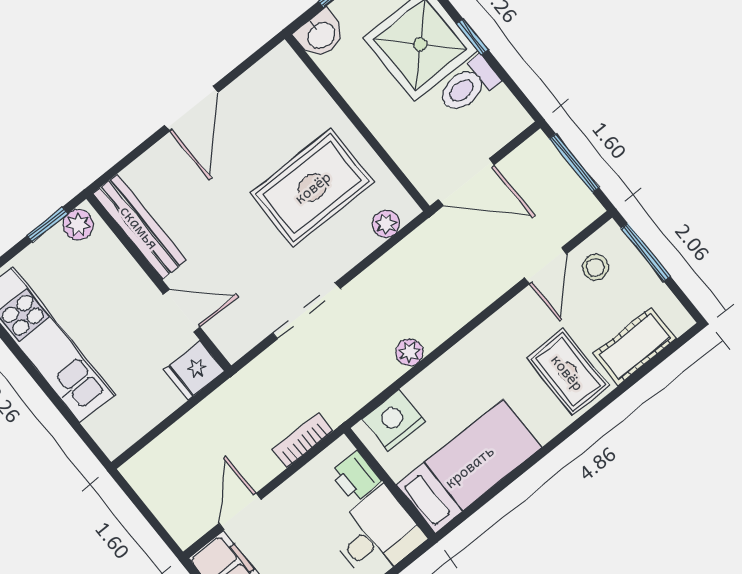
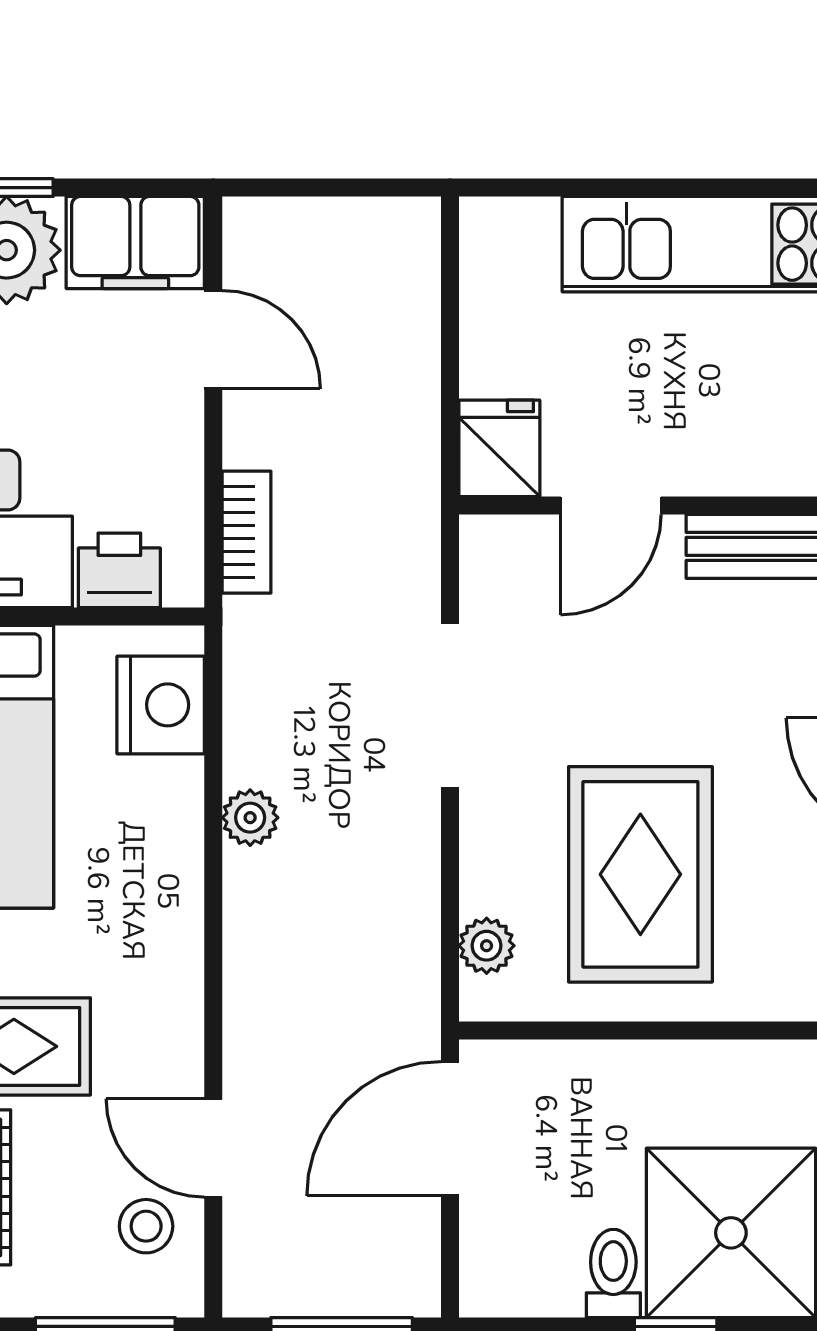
toilet: (468, 85) -> (613, 1273), width x0.73, depth x0.72

